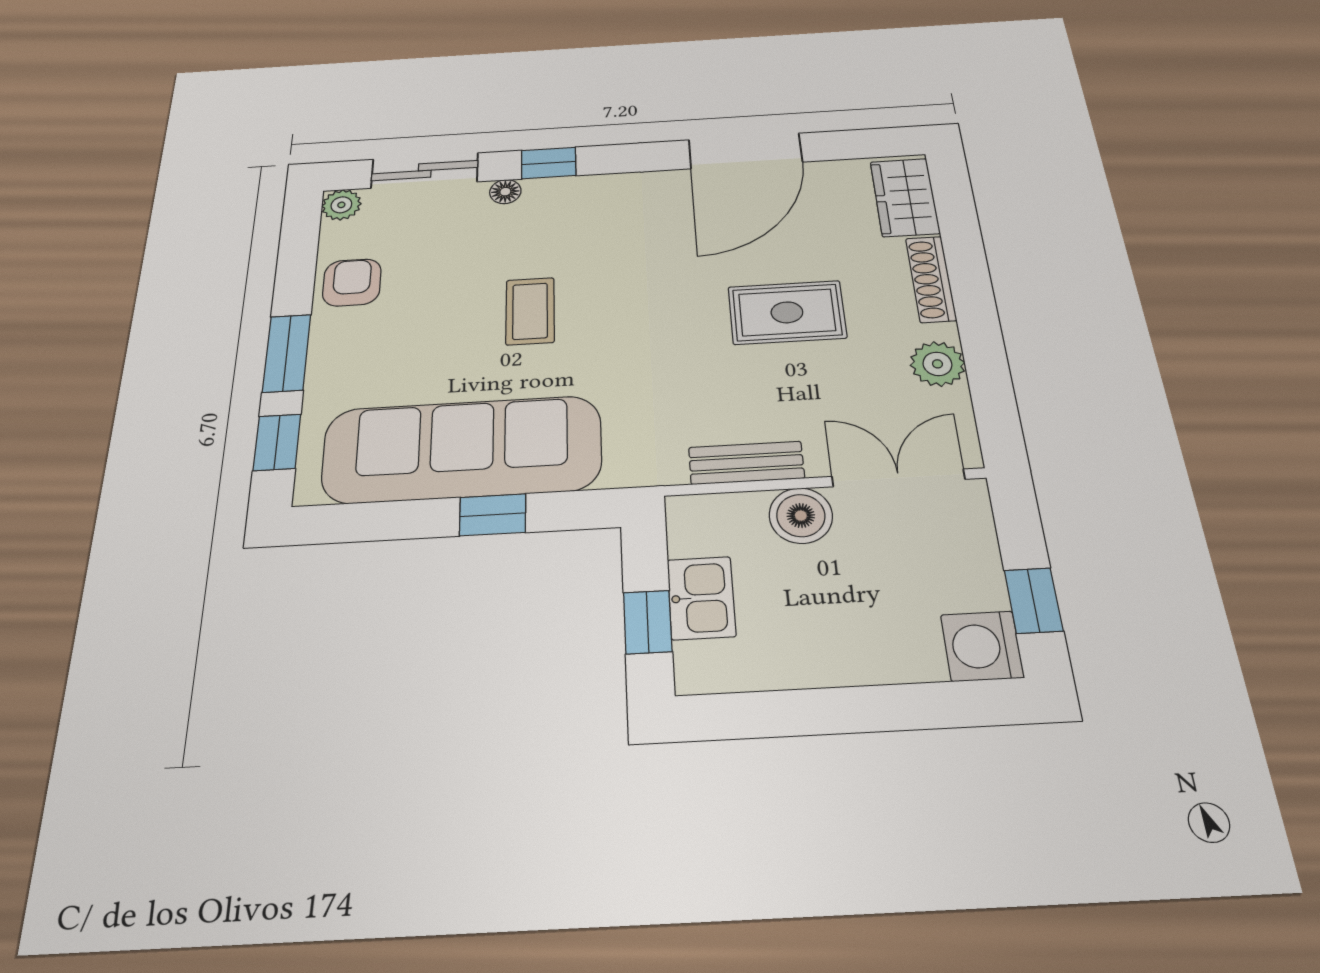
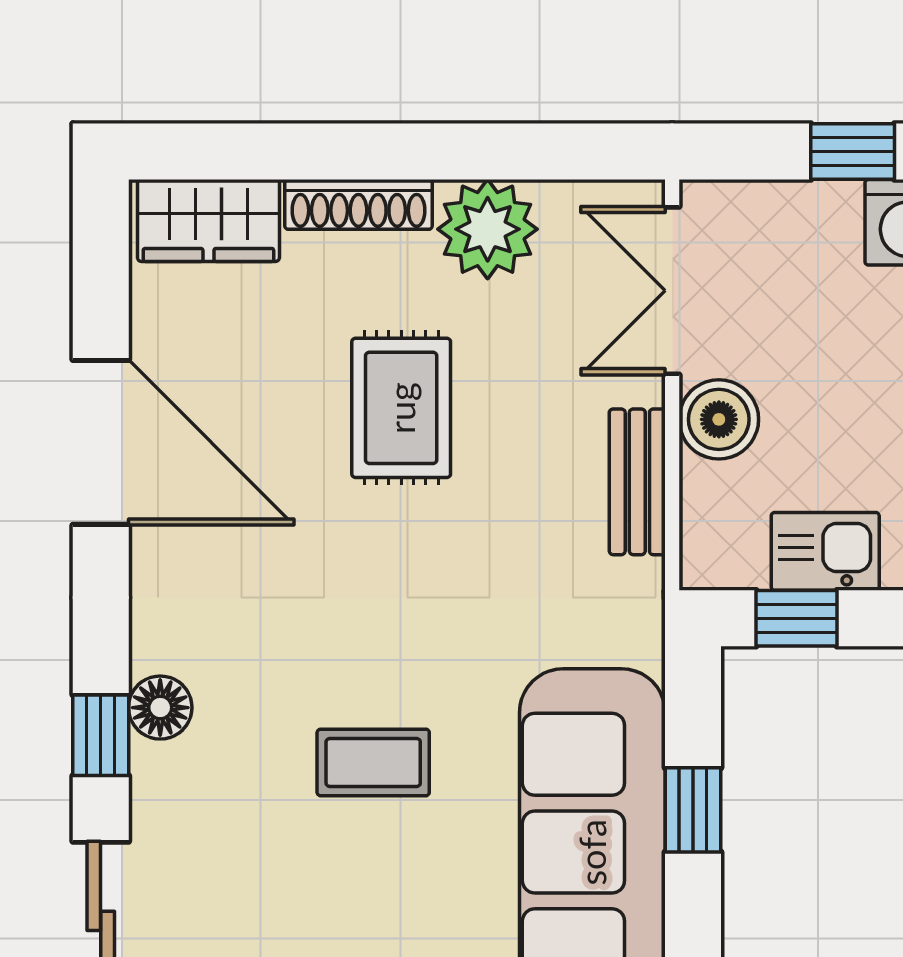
floor lamp: (505, 192) -> (160, 708), moved, width x1.37, depth x1.37
plant: (937, 364) -> (488, 229), width x1.36, depth x1.36
window: (648, 622) -> (796, 618), moved

